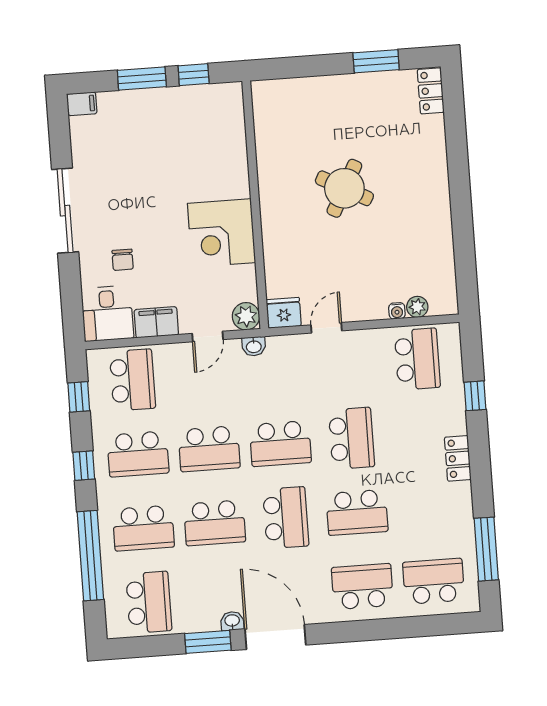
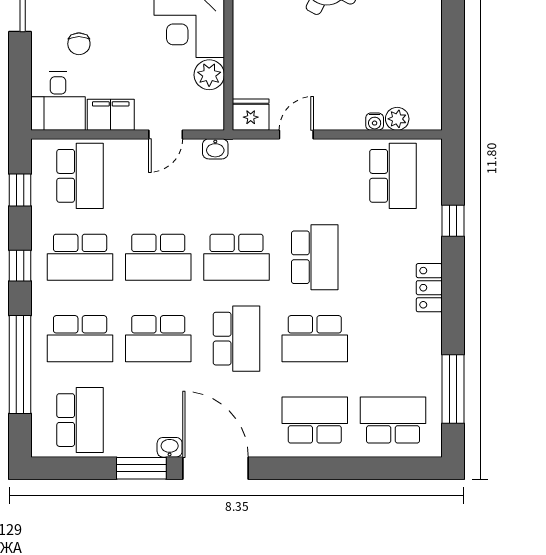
plant: (246, 316) -> (209, 75), moved

